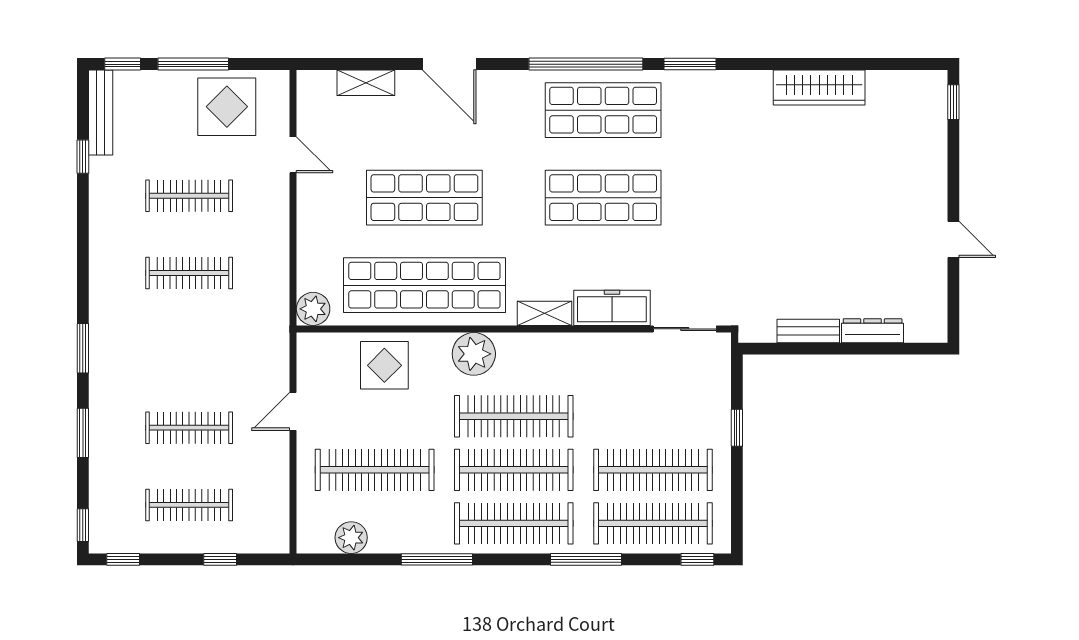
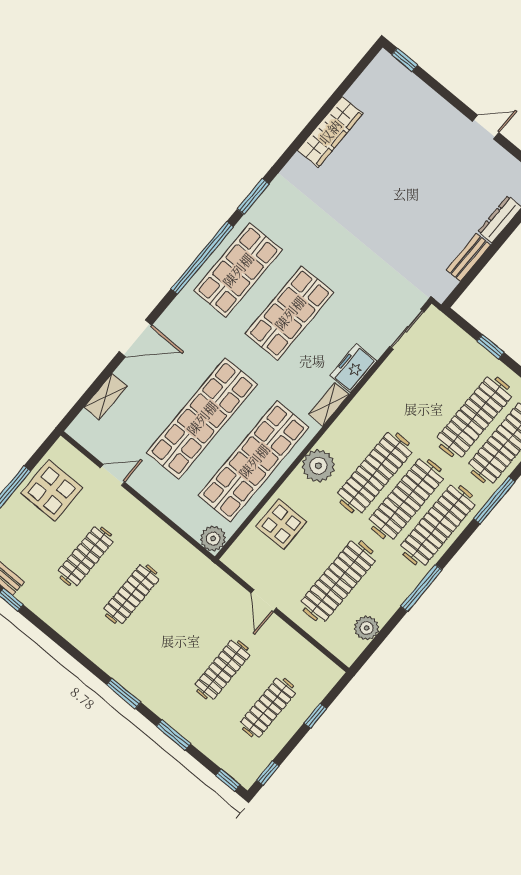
shop shelf: (424, 198) -> (202, 418), width x1.40
freezer: (612, 308) -> (353, 368), width x0.71

